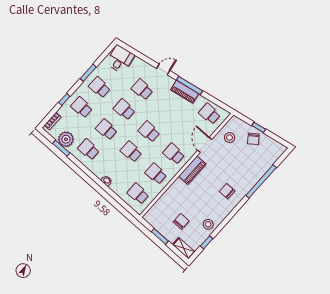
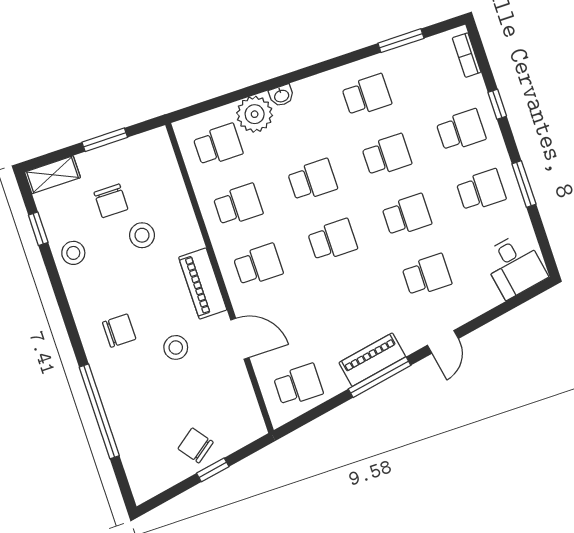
stool: (230, 138) -> (176, 347), moved
plant: (66, 139) -> (255, 114), moved
stool: (187, 203) -> (142, 235), added

